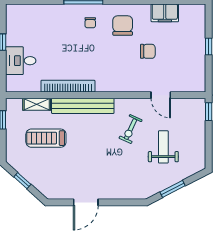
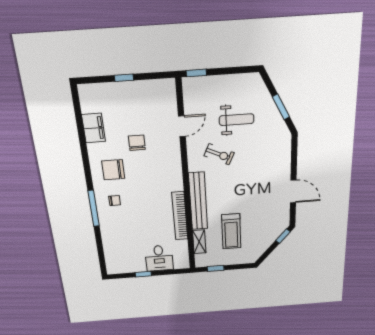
weight bench: (163, 147) -> (237, 120), turned 180
window: (22, 181) -> (283, 236), moved

